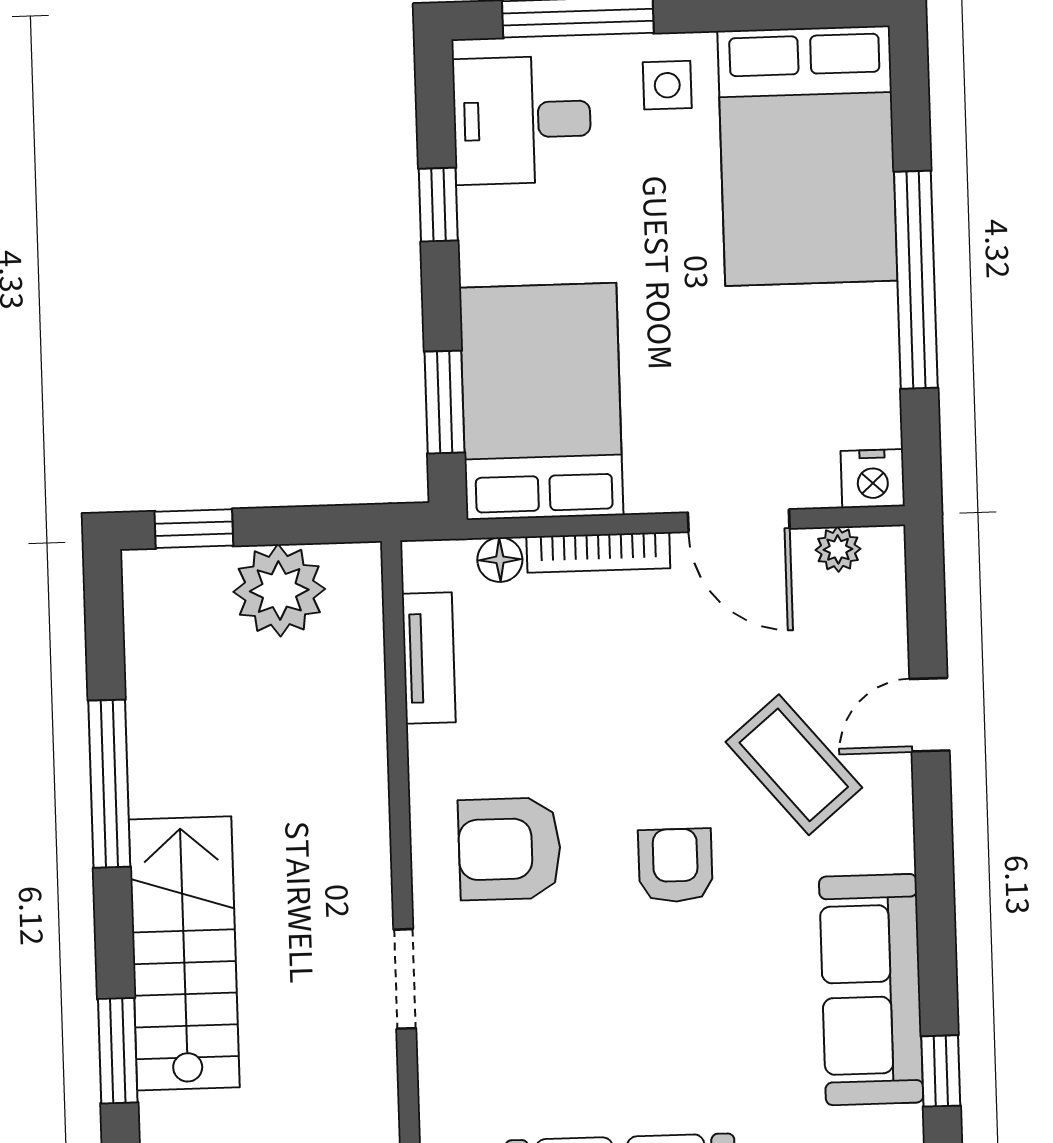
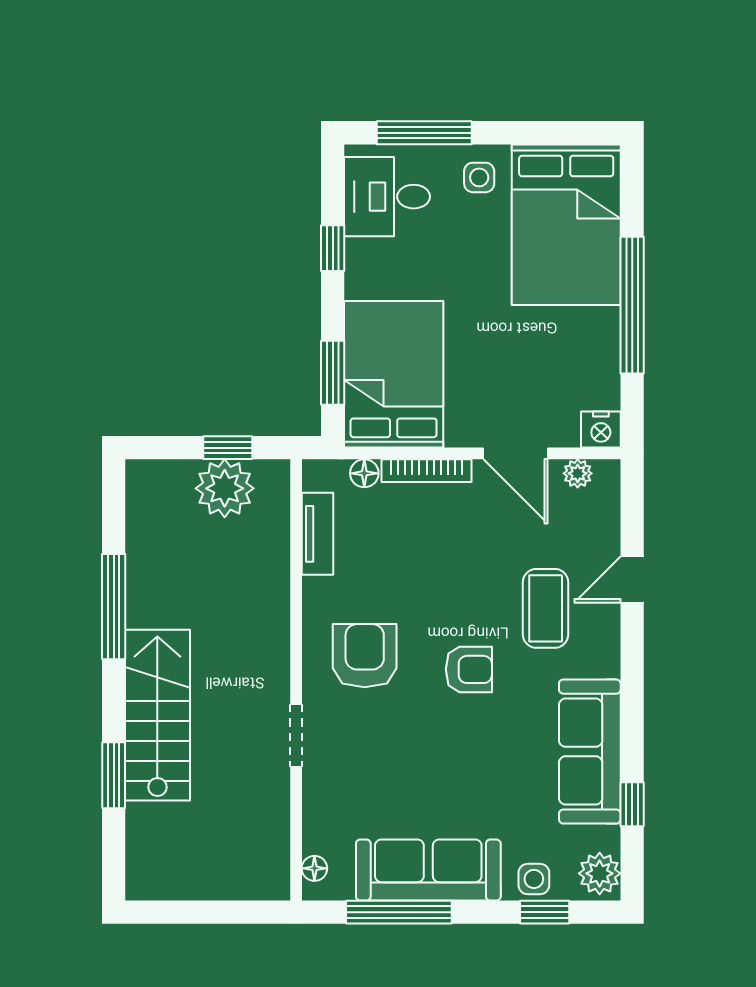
window: (194, 529) -> (228, 448), moved
coffee table: (794, 765) -> (546, 608), turned 40
armchair: (510, 849) -> (365, 656), turned 90
armchair: (675, 865) -> (469, 669), turned 90

